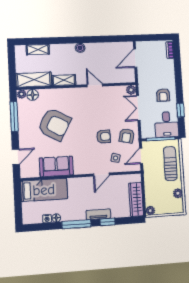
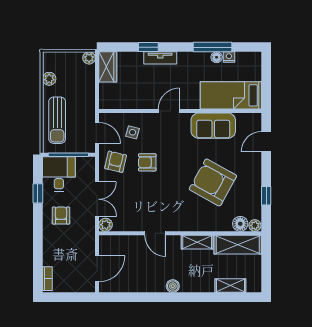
window: (14, 117) -> (266, 196), width x0.46
door: (141, 156) -> (97, 133), hinge flipped
door: (101, 175) -> (169, 111), moved
wardrobe: (136, 199) -> (108, 67), width x0.67
window: (77, 224) -> (213, 47), moved

